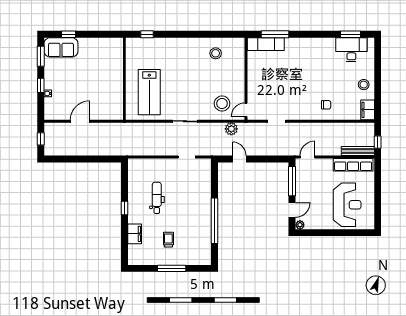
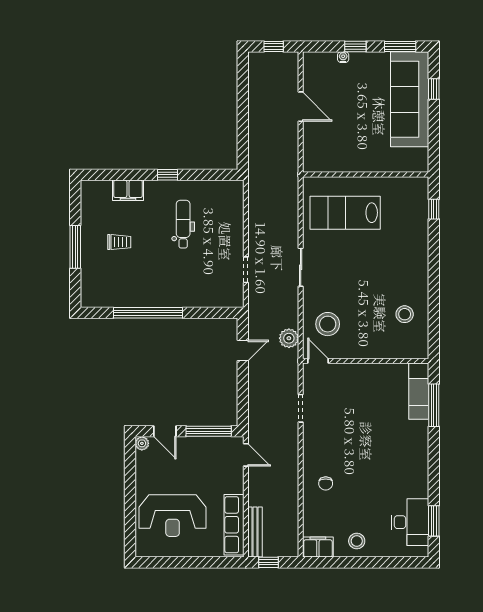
sofa: (61, 47) -> (410, 99), width x1.85, depth x1.27
dental chair: (157, 198) -> (183, 224), turned -90

